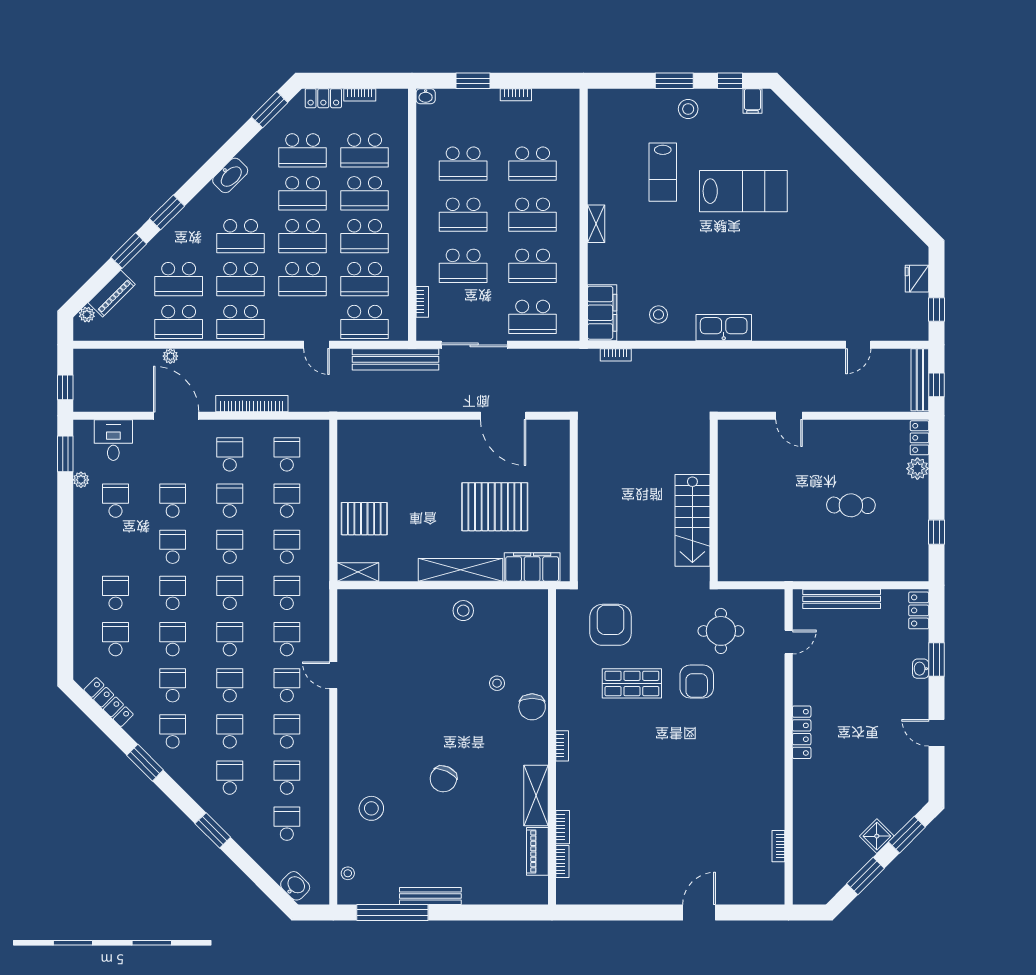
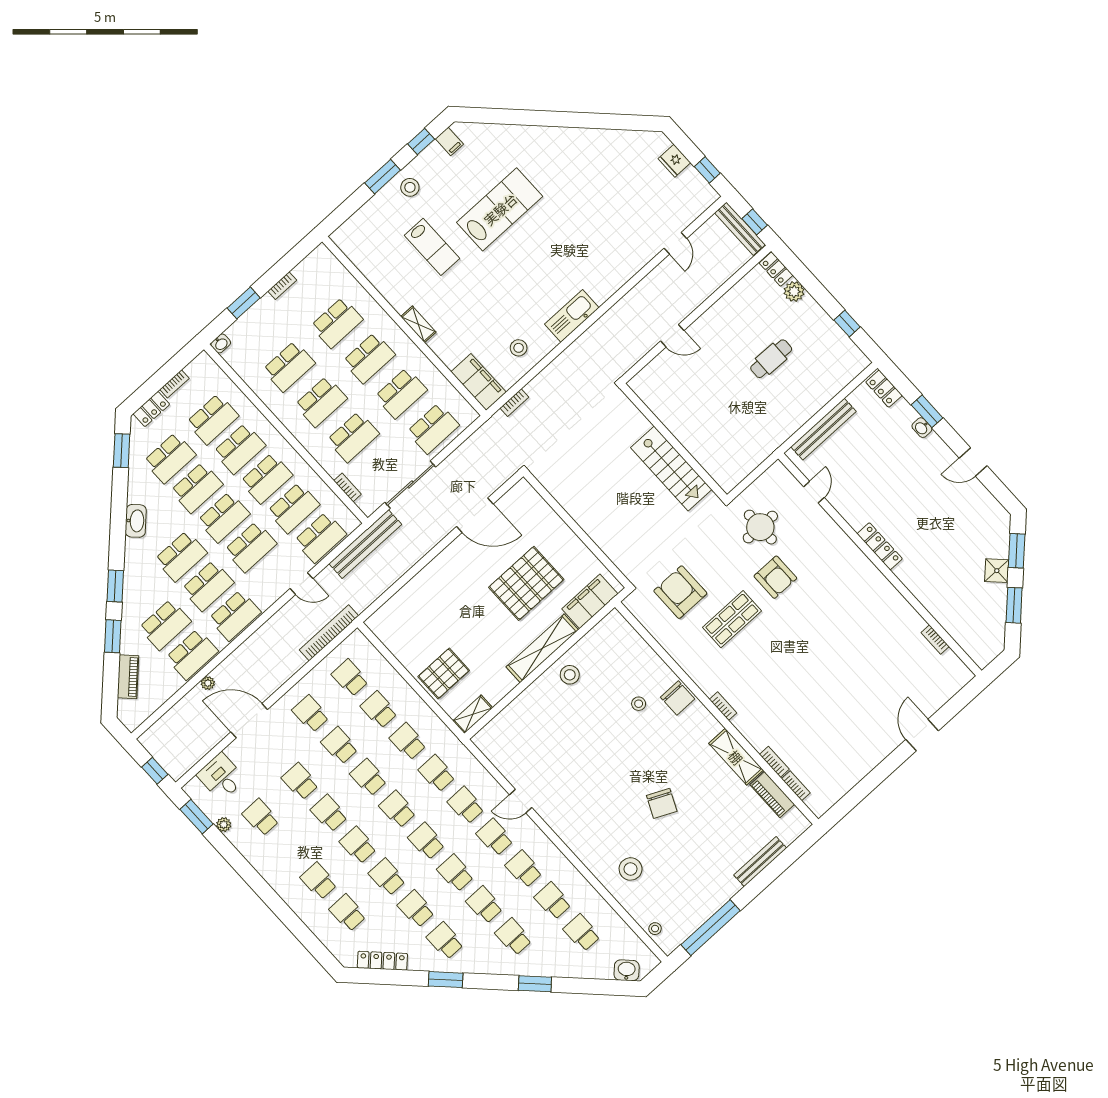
plant: (87, 315) -> (124, 707), removed
bookcase: (252, 404) -> (329, 633), moved
bench: (430, 896) -> (760, 862), moved

